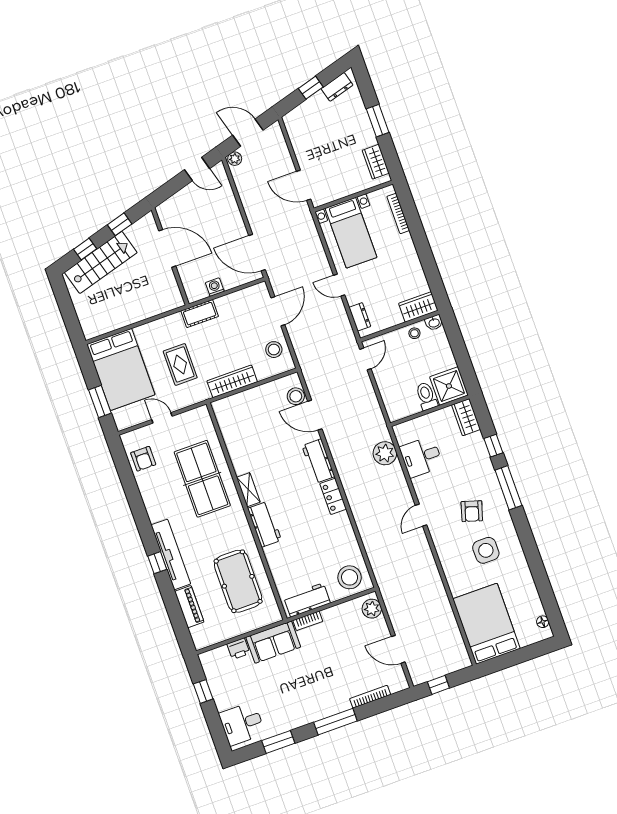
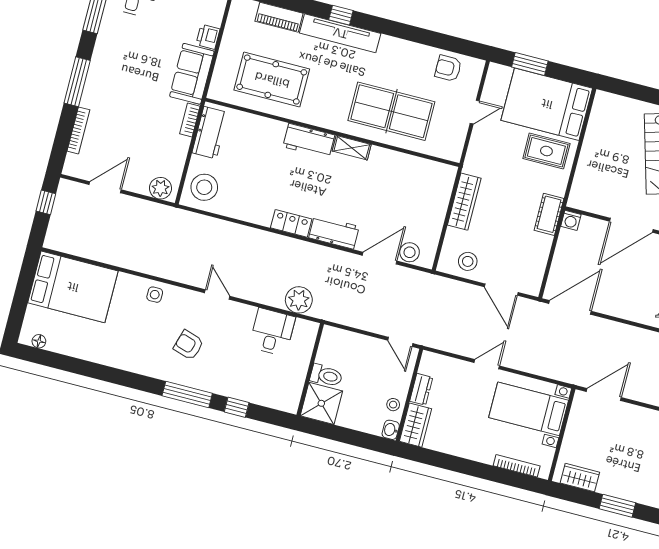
washing machine: (215, 287) -> (571, 220), moved, turned 90
dresser: (360, 317) -> (421, 389), moved, turned -90
rug: (180, 364) -> (546, 151), moved
wardrobe: (466, 417) -> (281, 400), removed
side table: (486, 550) -> (155, 295), moved, width x0.54, depth x0.54

